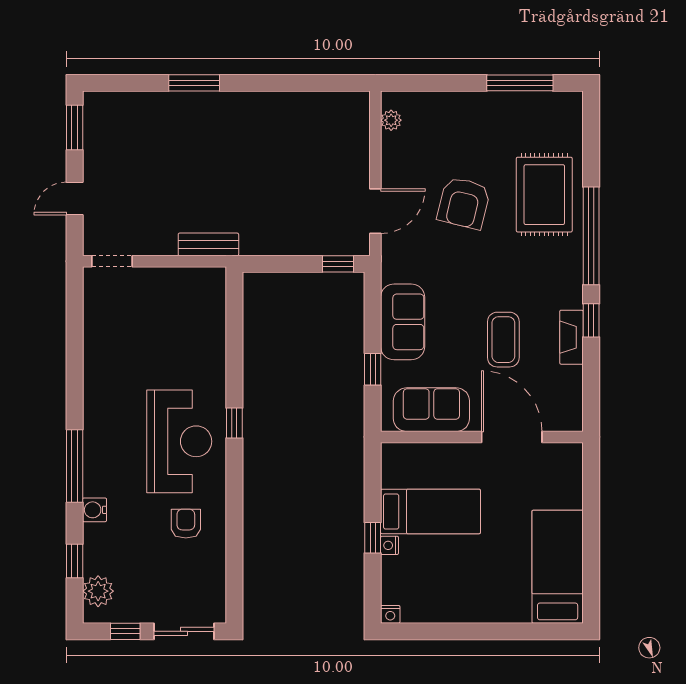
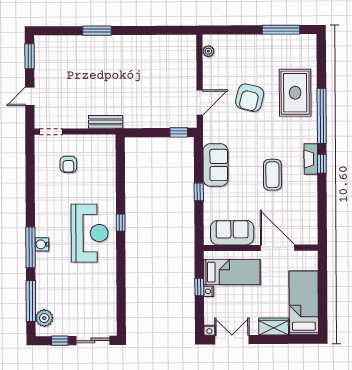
fireplace: (571, 337) -> (311, 159), moved
sofa: (431, 410) -> (232, 233), moved
wall: (482, 437) -> (261, 248), moved
door: (512, 437) -> (278, 248), moved
water cooler: (94, 510) -> (42, 244), moved
armchair: (186, 524) -> (68, 164), moved, turned 180
window: (75, 561) -> (31, 301), width x2.17
wardrobe: (504, 608) -> (274, 326), added
double door: (430, 631) -> (232, 340), added

